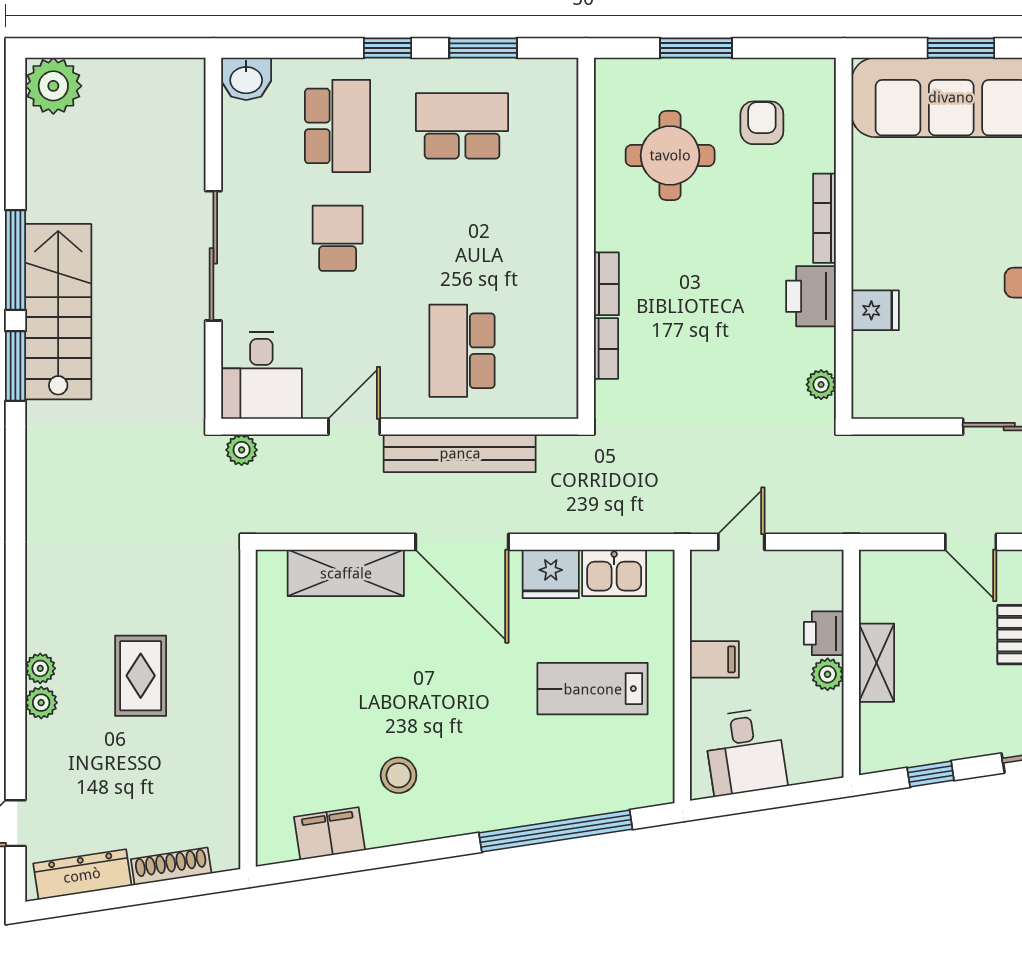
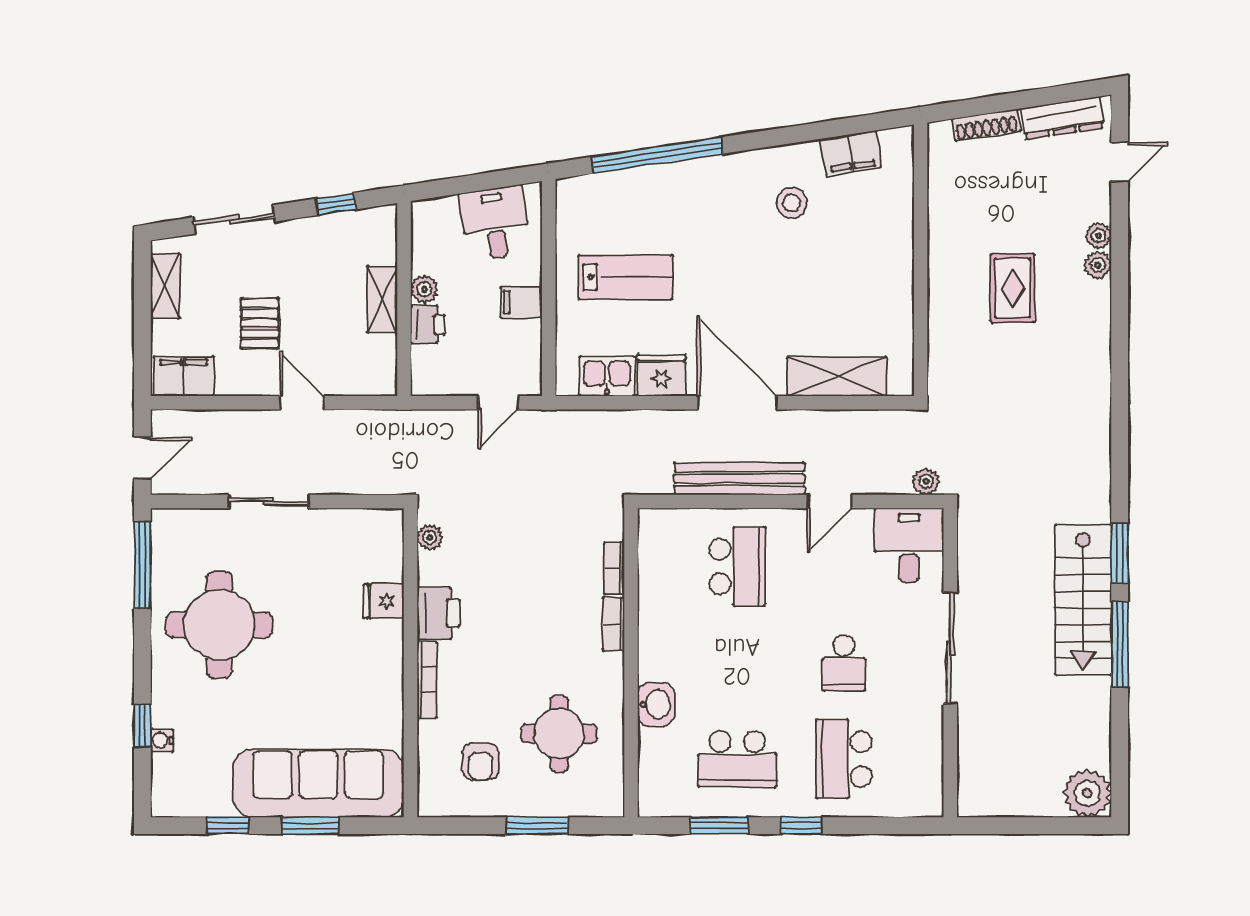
washbasin: (246, 79) -> (656, 704), moved, turned 90
plant: (40, 668) -> (1099, 236), moved

